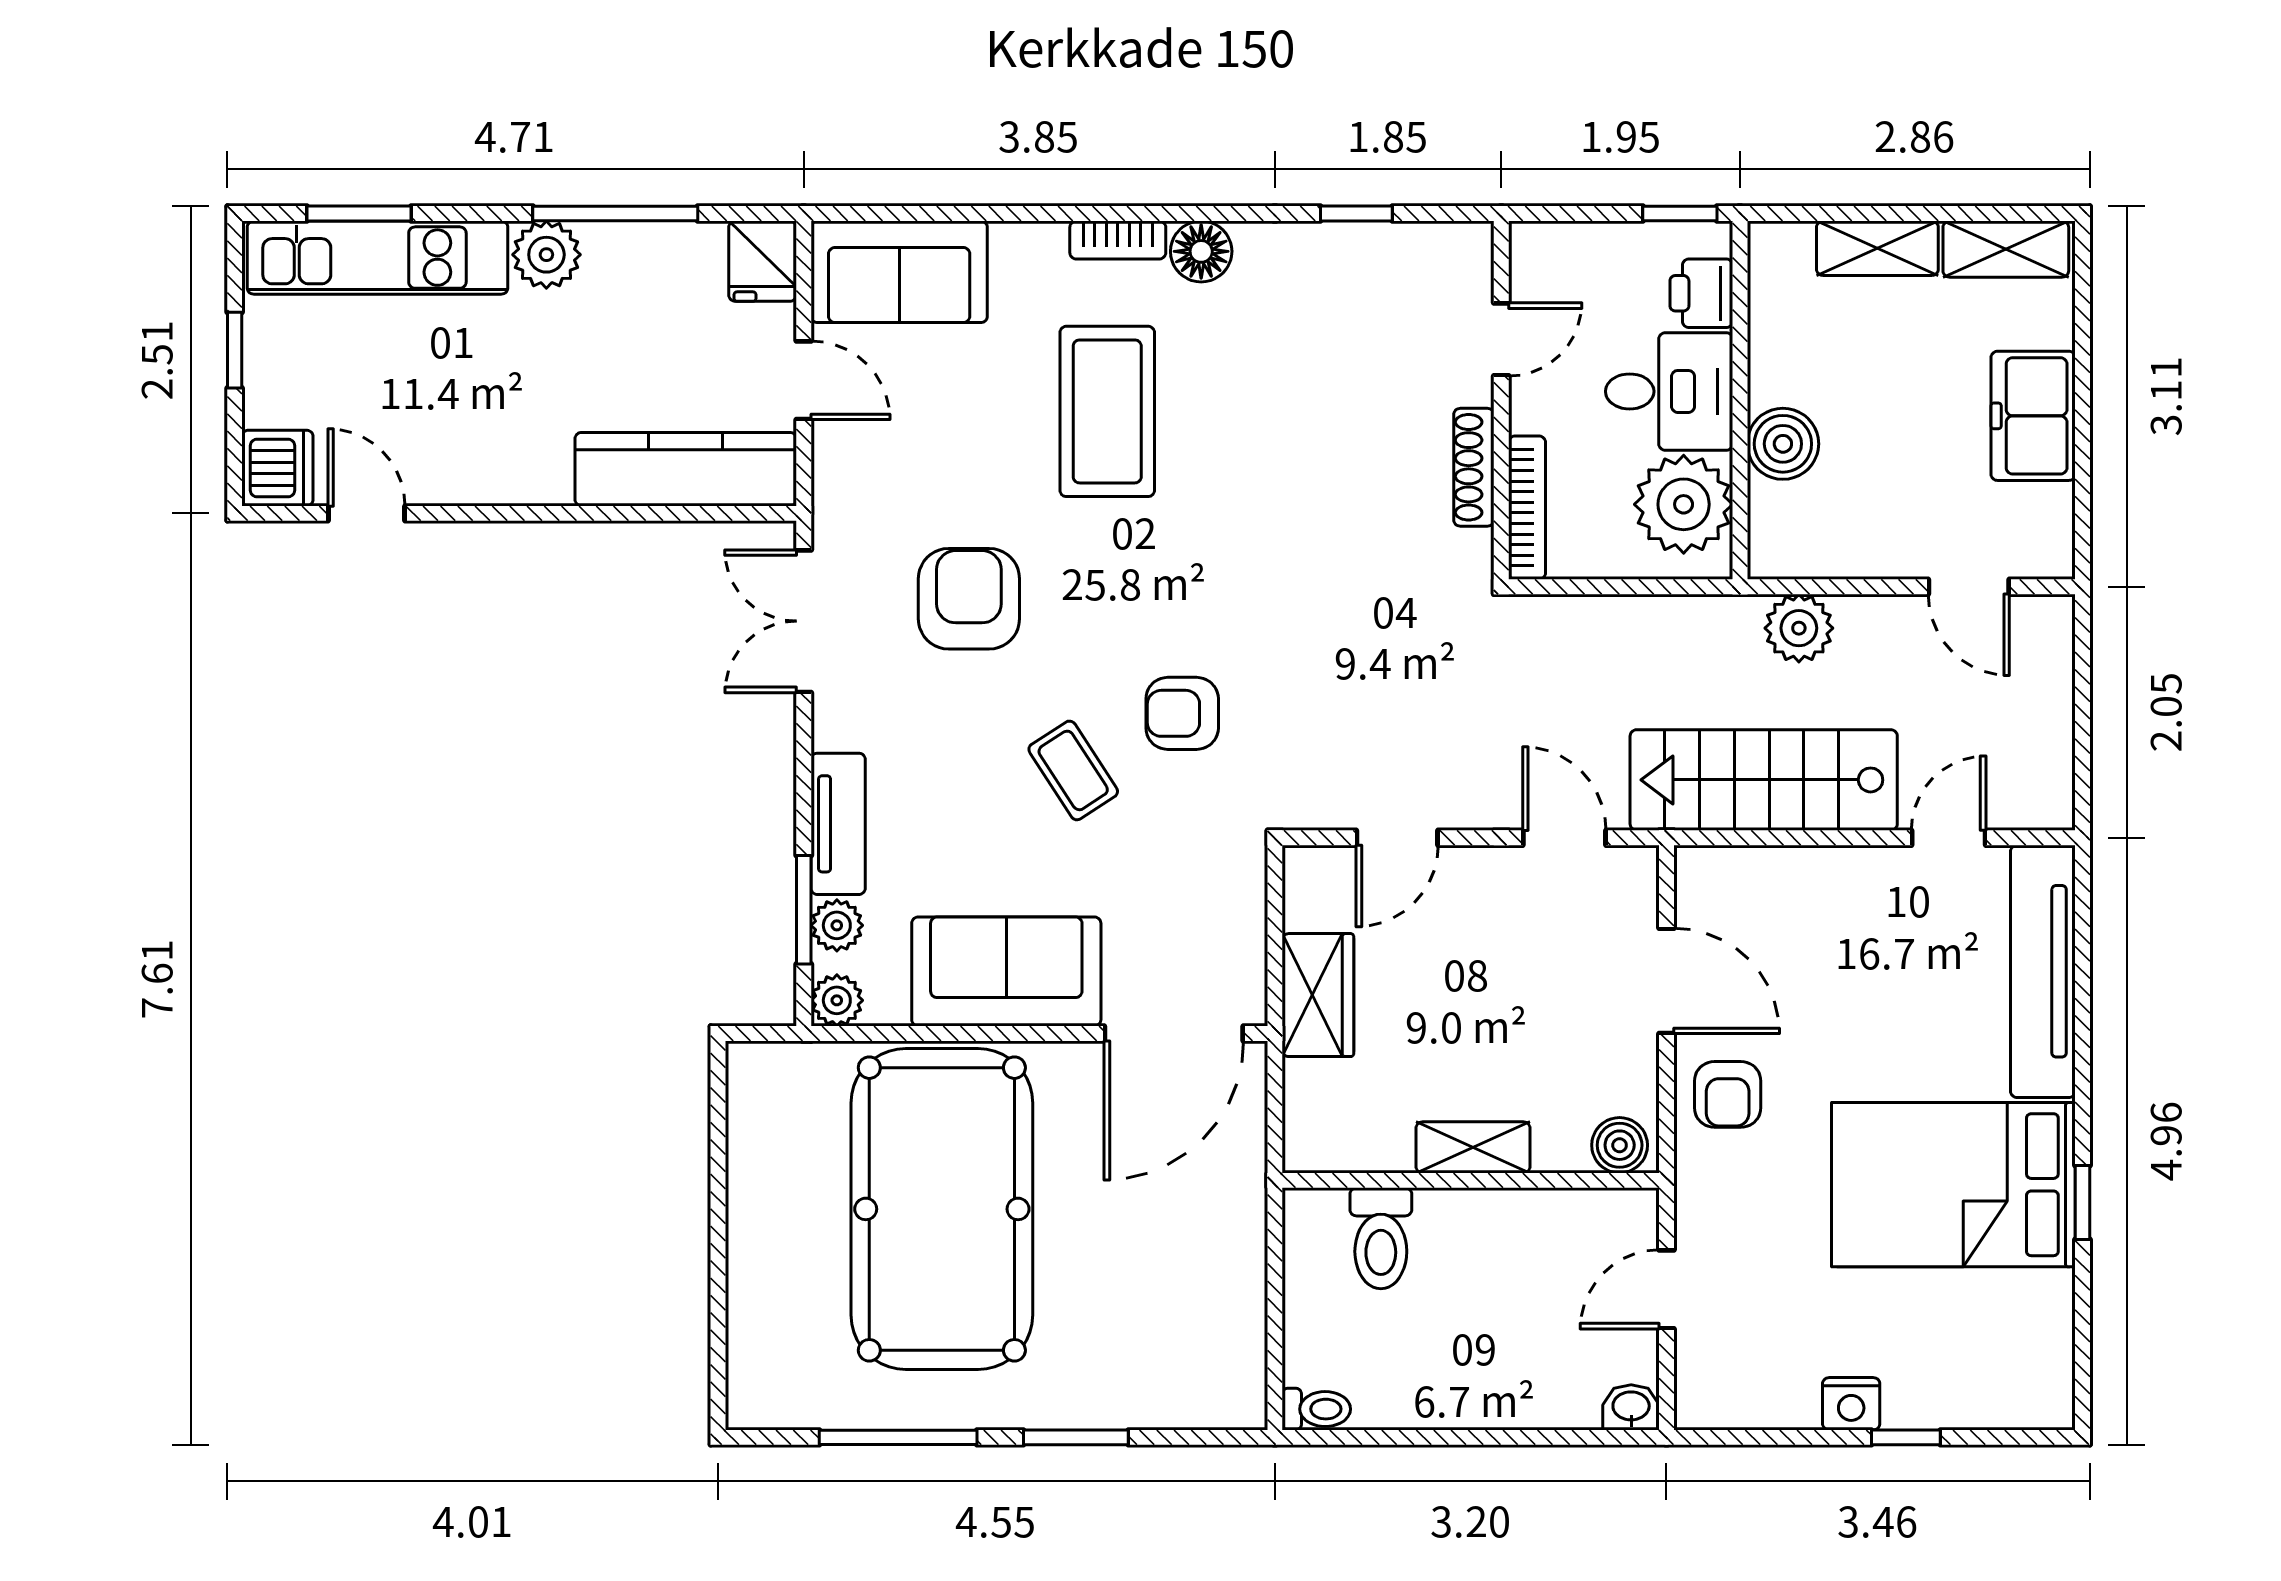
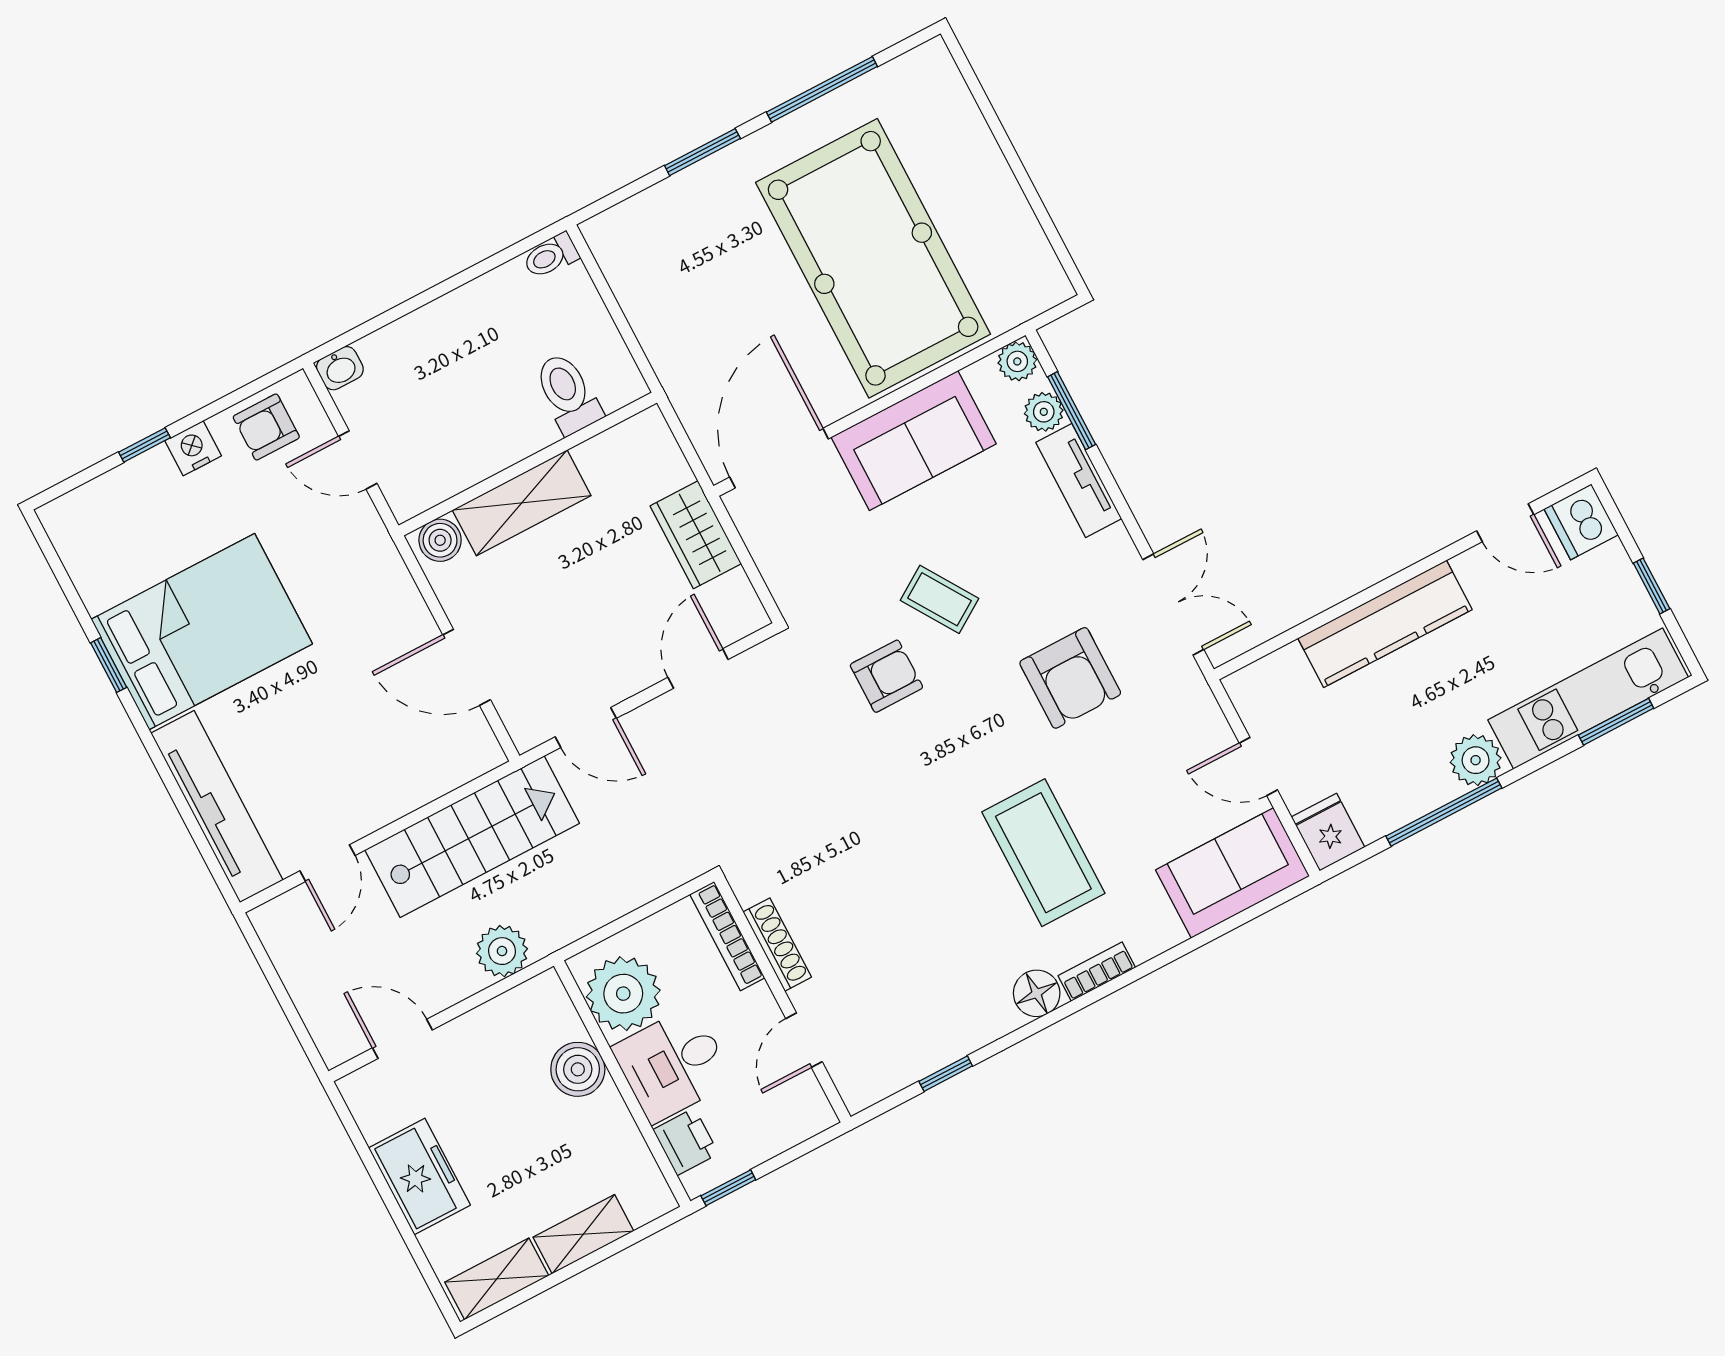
kitchen counter: (686, 469) -> (1385, 624), moved
armchair: (1728, 1094) -> (266, 427), moved, turned -90
shelving: (1473, 1147) -> (522, 503), width x1.50, depth x1.33
door: (1666, 1289) -> (358, 460), swing flipped

